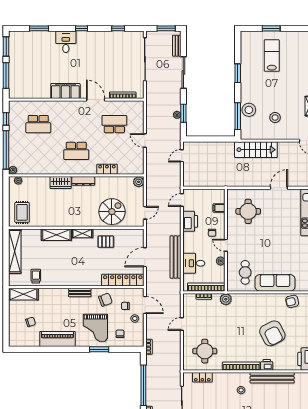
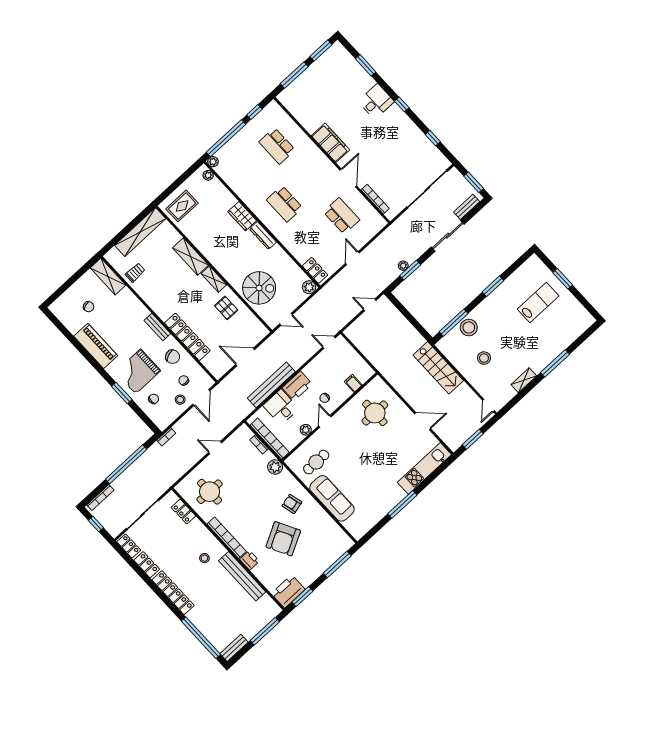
locker: (107, 169) -> (315, 270), moved
printer: (190, 221) -> (297, 386), moved
locker: (123, 280) -> (187, 337), moved
armchair: (292, 301) -> (292, 504), moved

